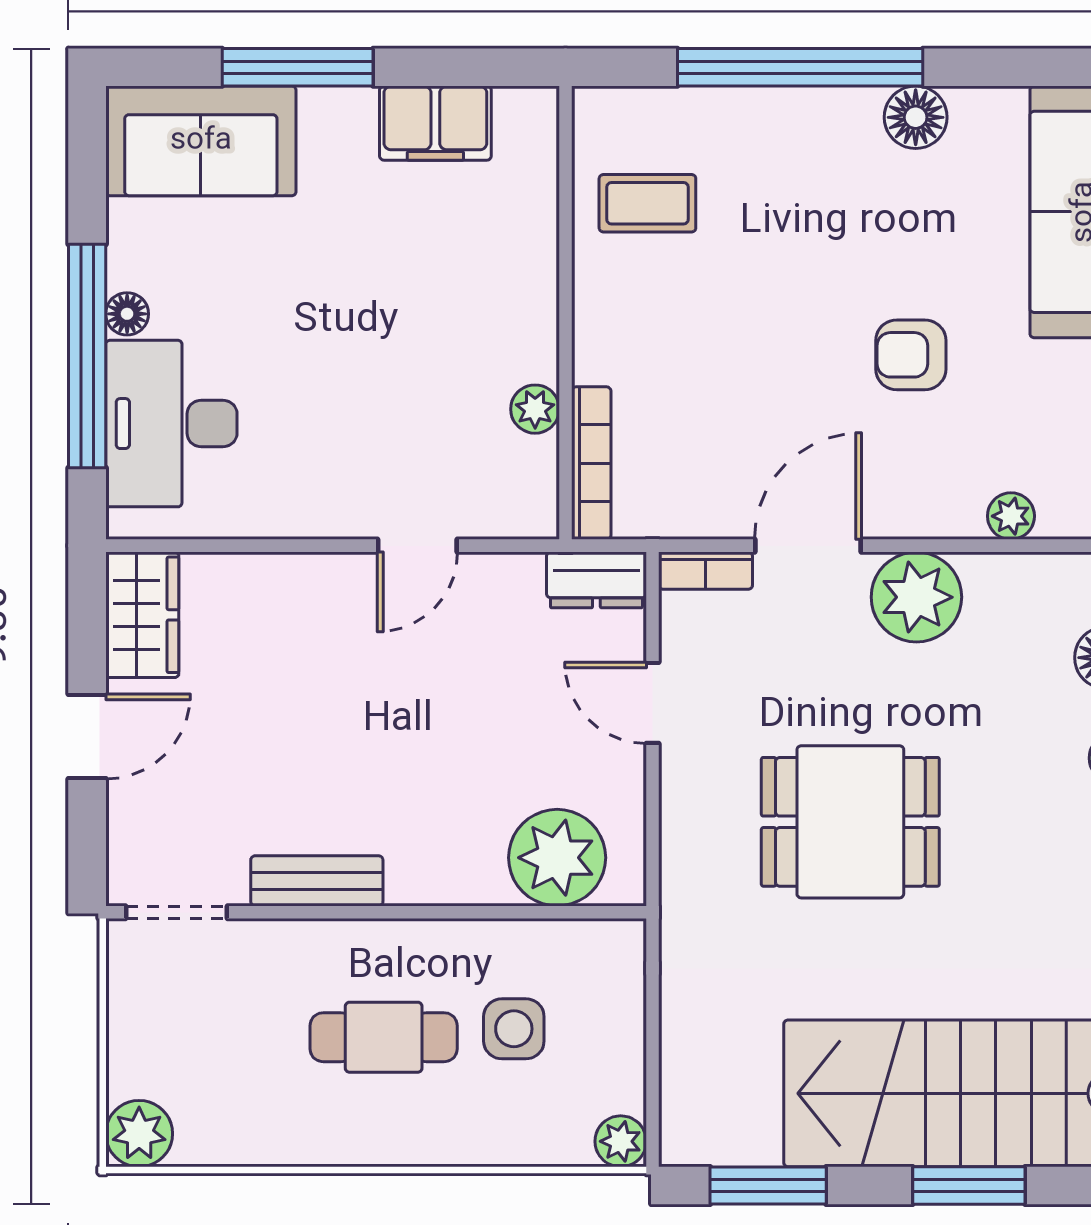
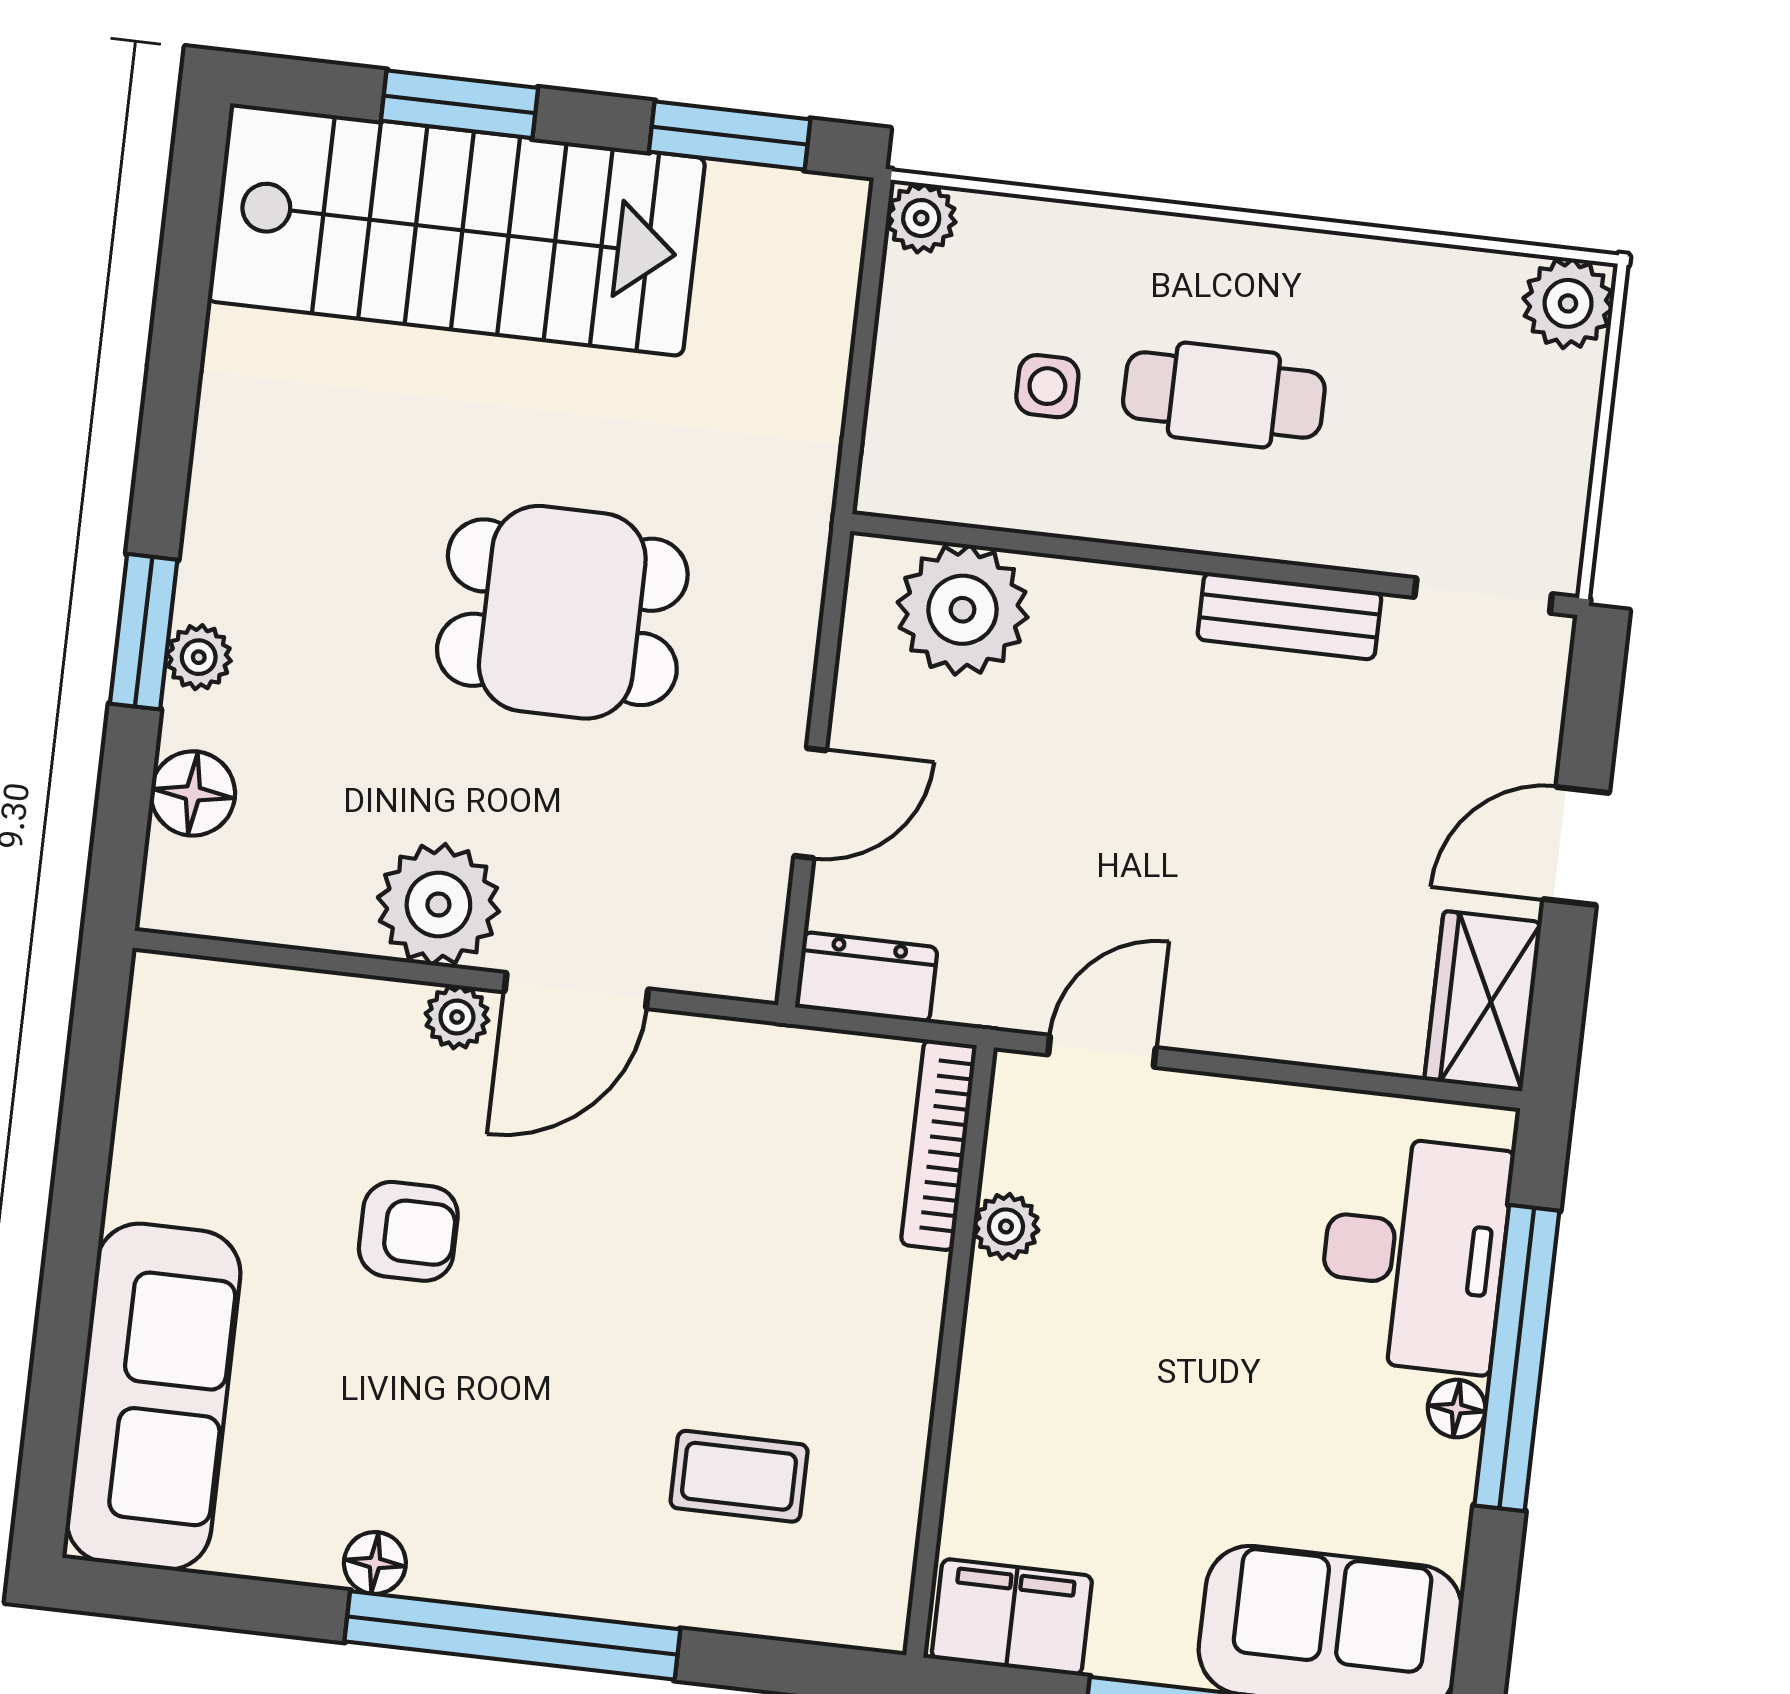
floor lamp: (916, 117) -> (375, 1563), width x0.73, depth x0.73
wall: (566, 313) -> (950, 1351), moved
plant: (535, 409) -> (1006, 1226), moved
bookcase: (591, 463) -> (939, 1145), moved
plant: (1011, 516) -> (457, 1017), moved
bookcase: (706, 571) -> (718, 973), removed
door: (652, 703) -> (810, 803), hinge flipped
side table: (514, 1029) -> (1047, 386), width x0.73, depth x0.73

